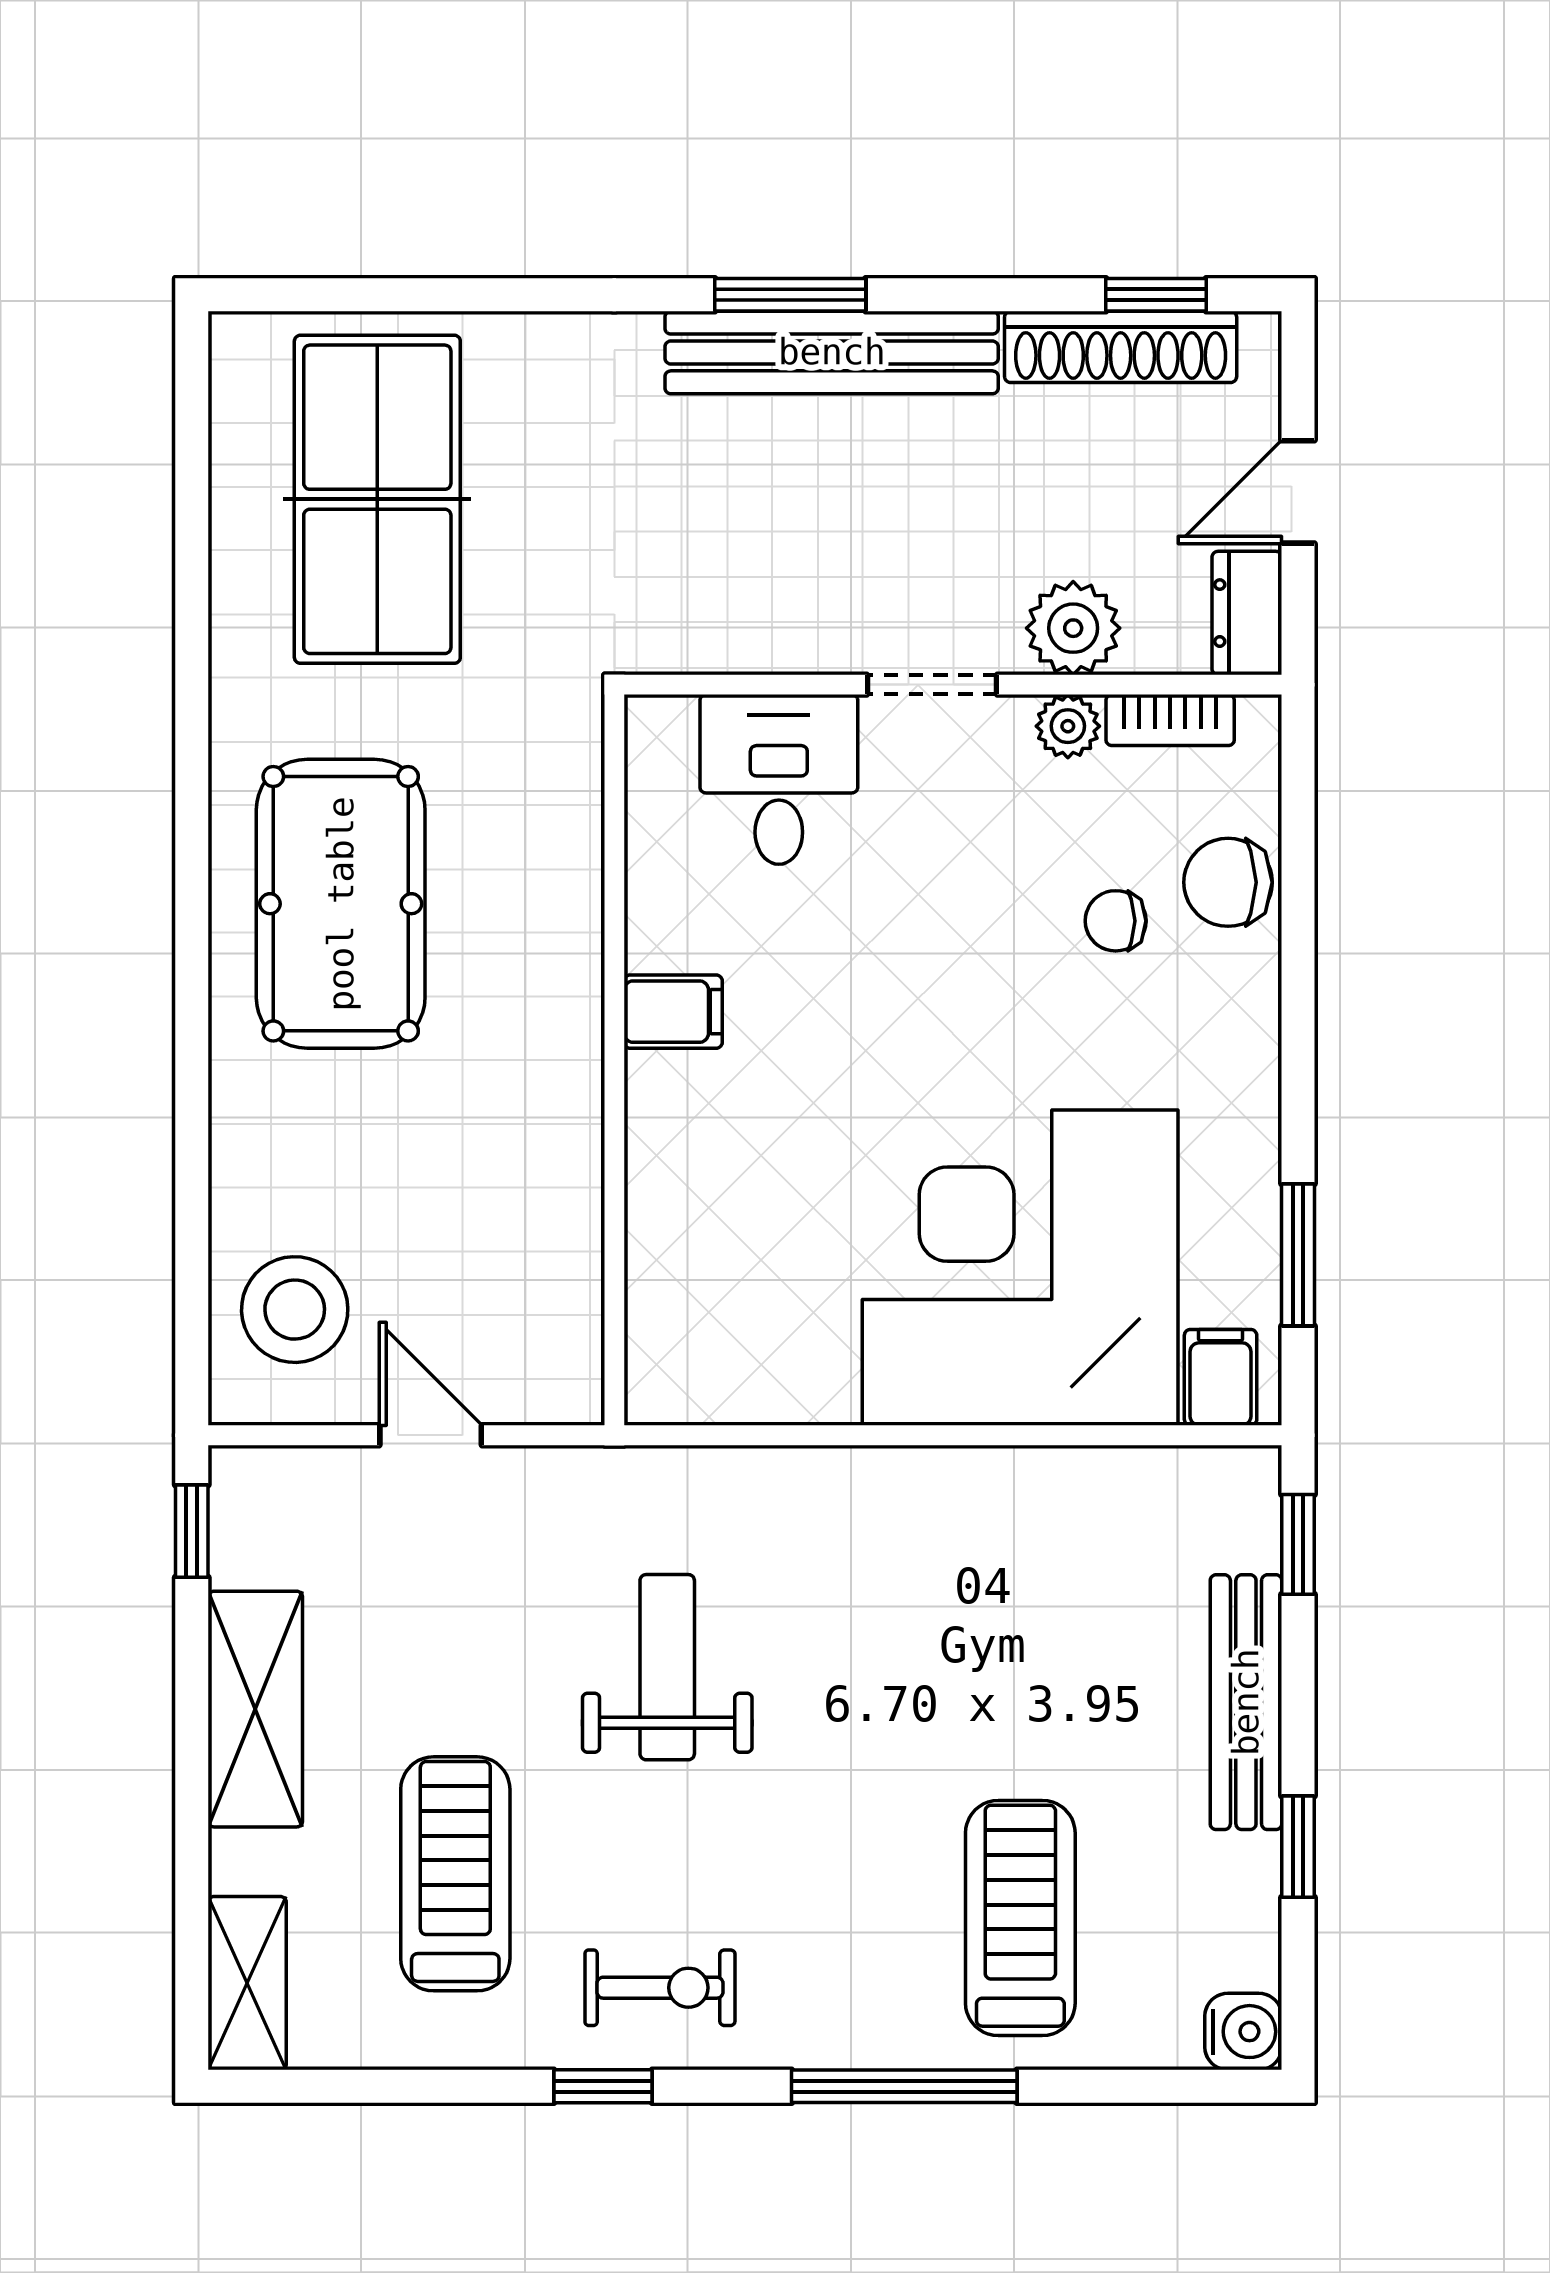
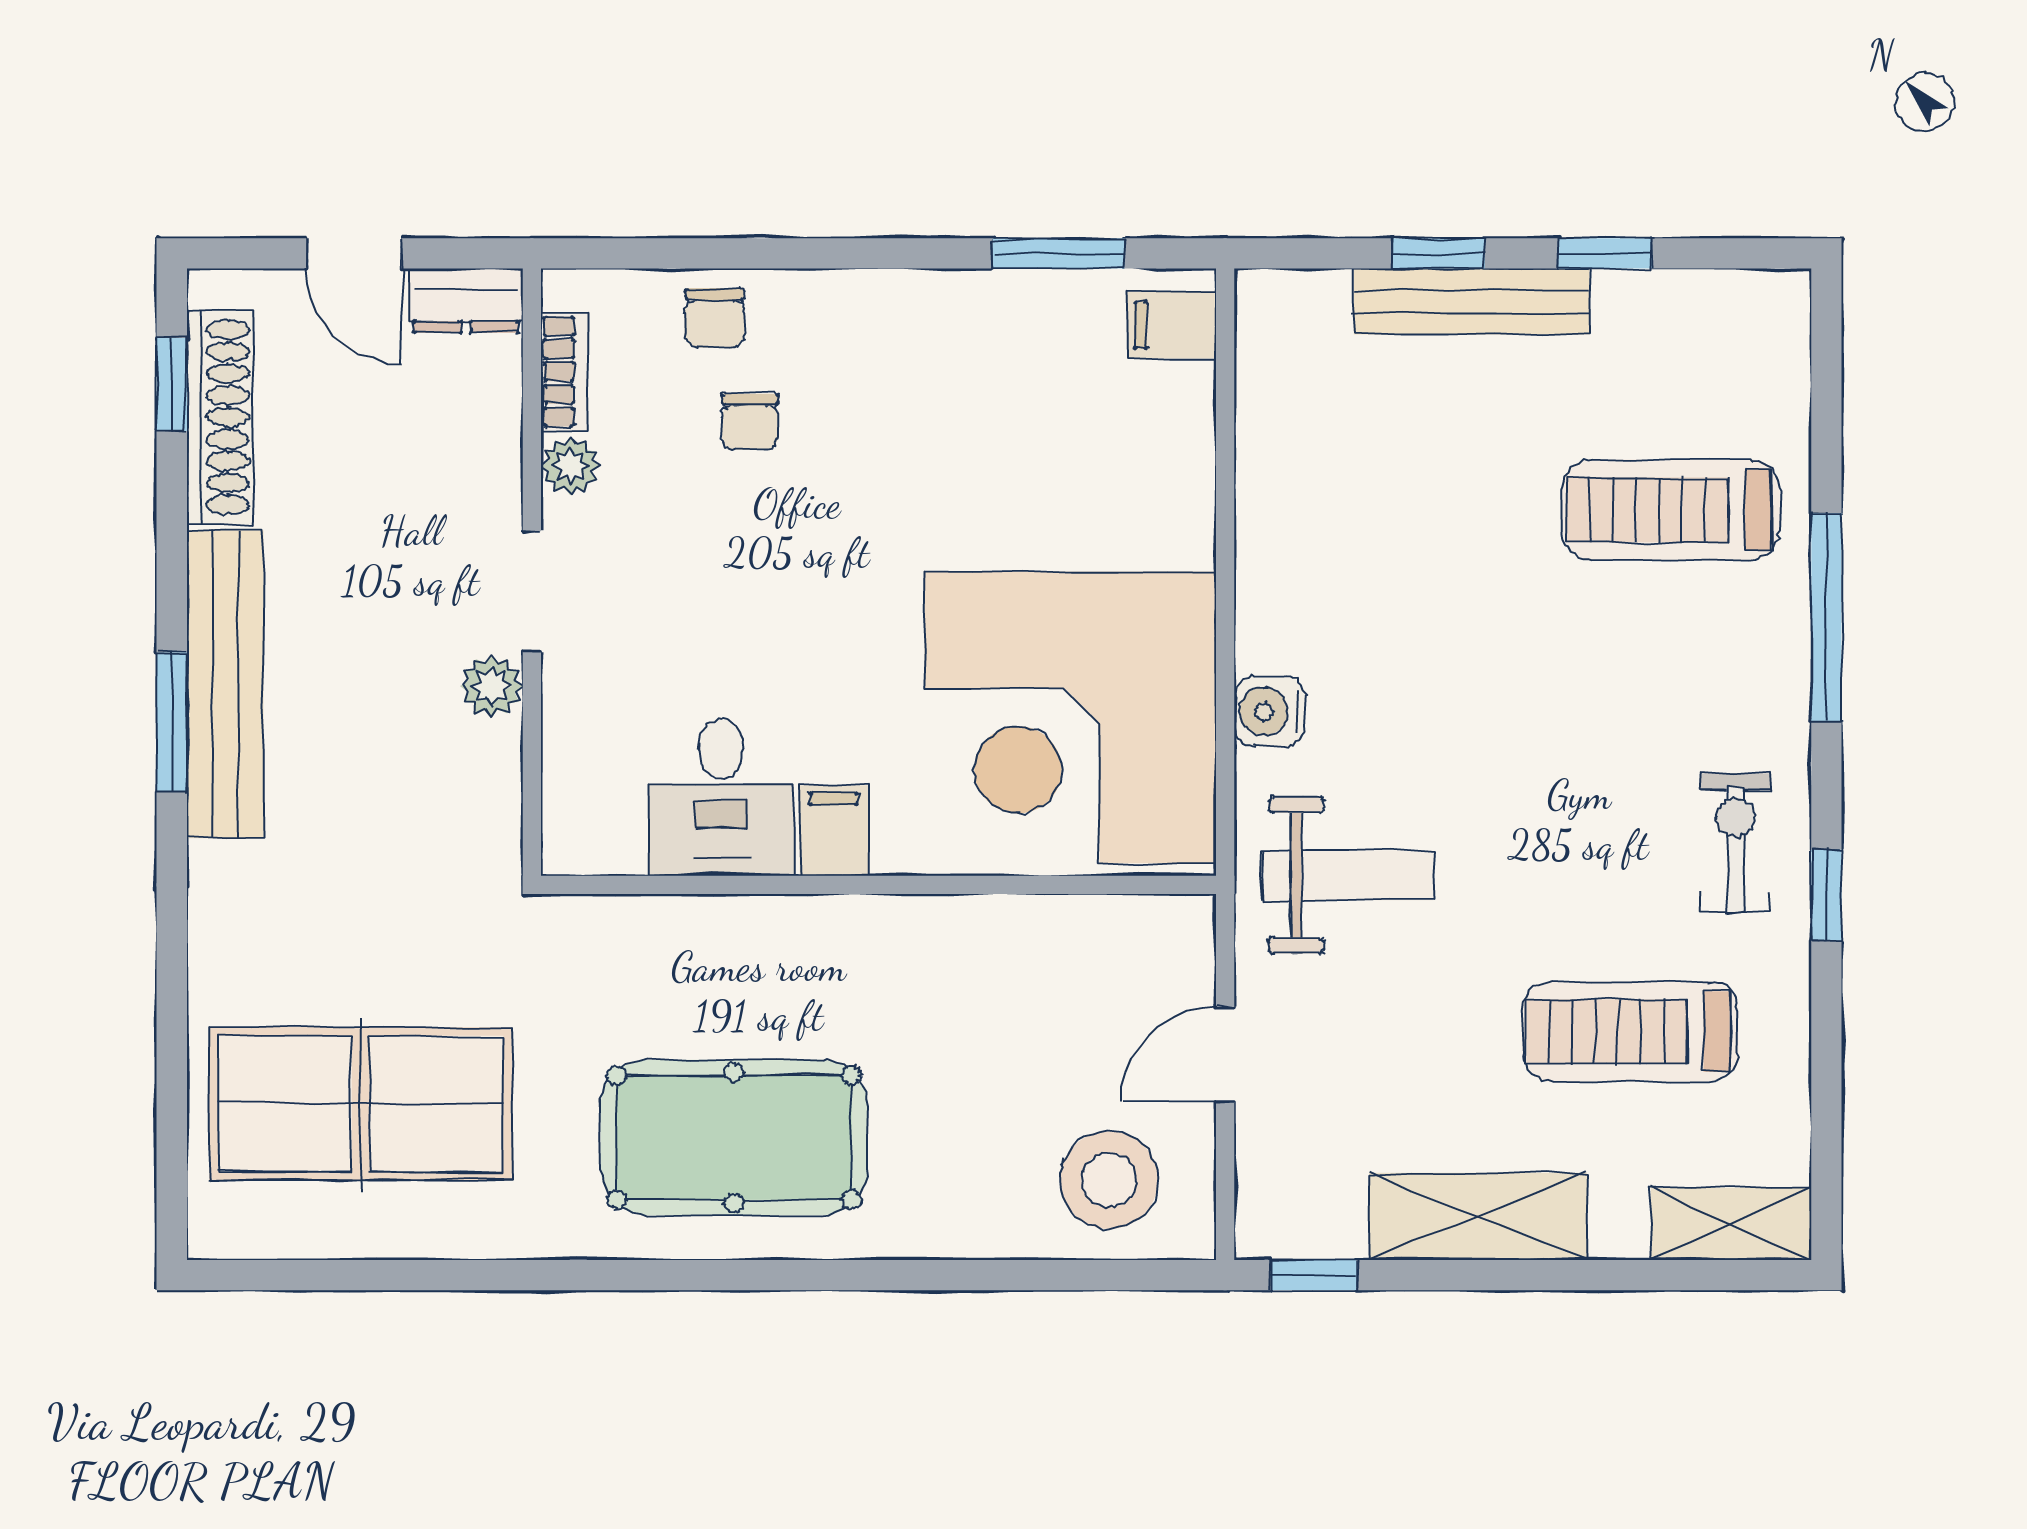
plant: (1073, 628) -> (492, 686), moved, width x0.73, depth x0.73
desk: (779, 779) -> (721, 797), moved, turned -90
chair: (1228, 882) -> (714, 318), width x0.73, depth x0.73
corner desk: (1020, 1268) -> (1070, 717), moved
window: (1298, 1544) -> (1439, 253), moved
weight bench: (667, 1667) -> (1348, 875), moved, turned 180
water cooler: (1243, 2032) -> (1270, 711), moved, turned -90

